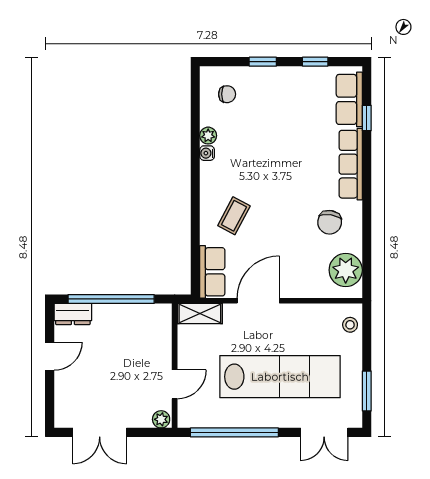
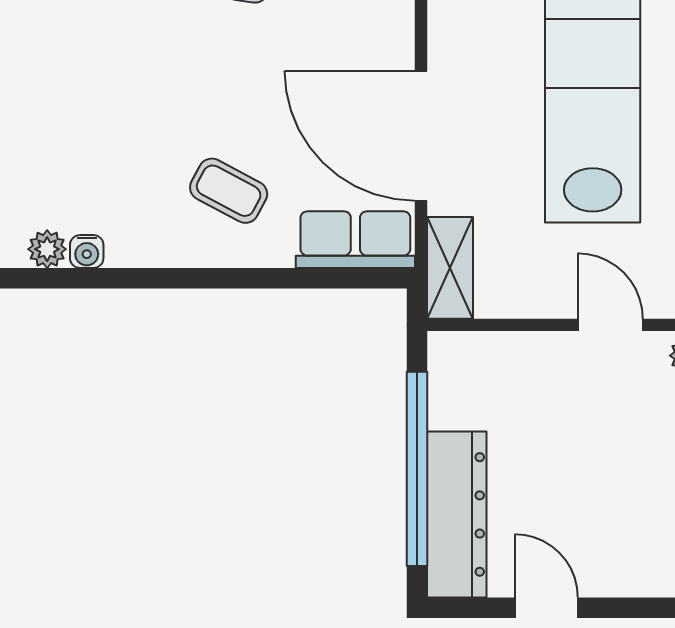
door: (258, 301) -> (421, 136), width x1.36
dresser: (73, 314) -> (457, 514), width x1.96, depth x1.24

